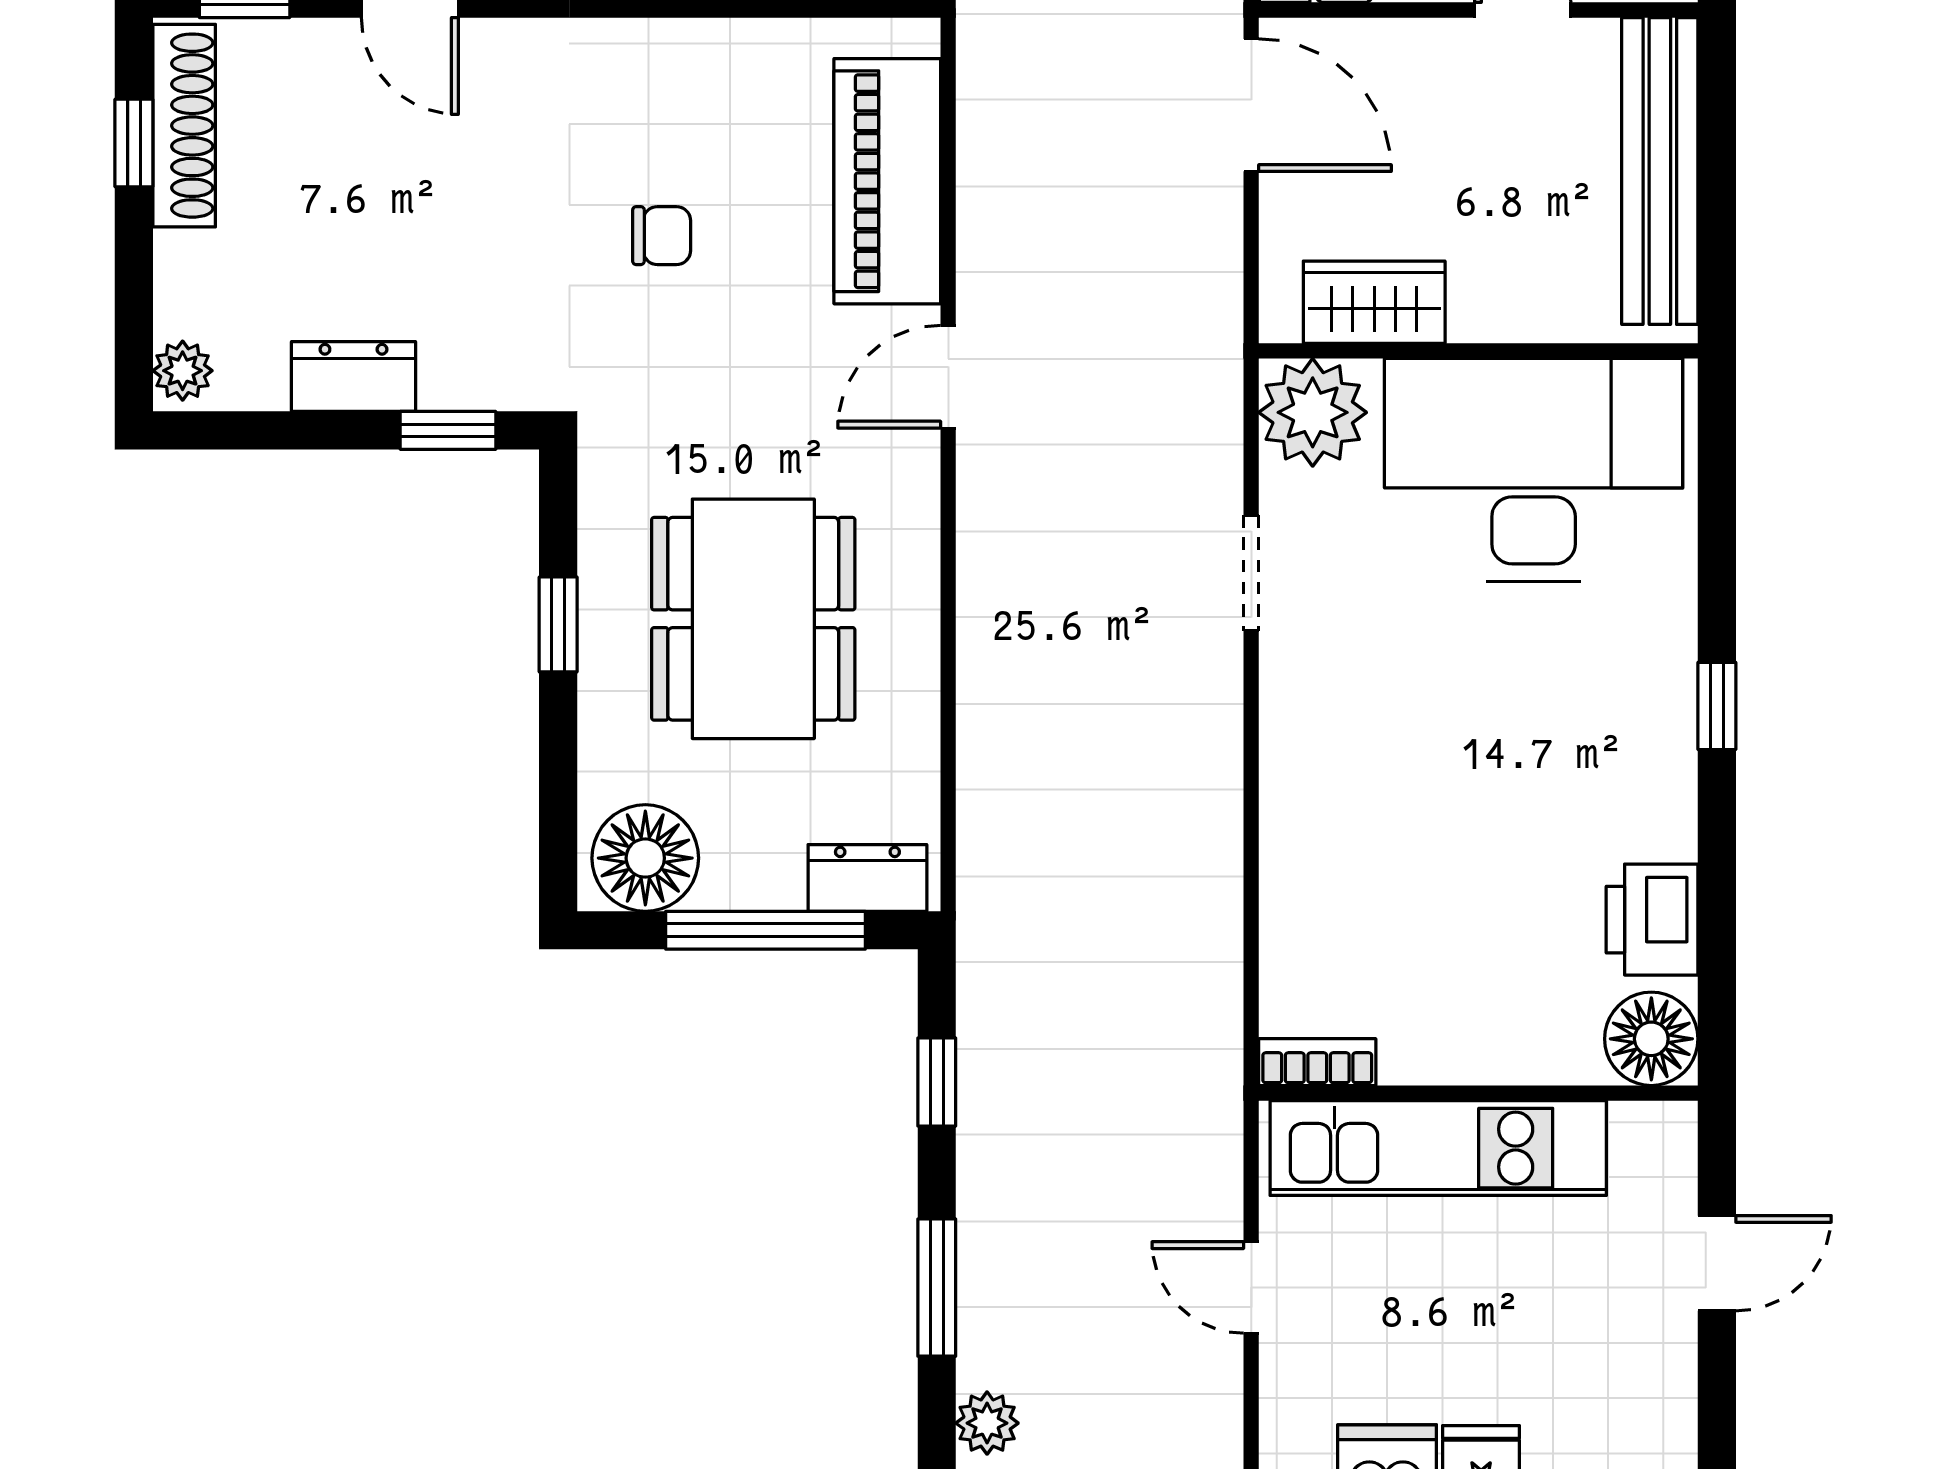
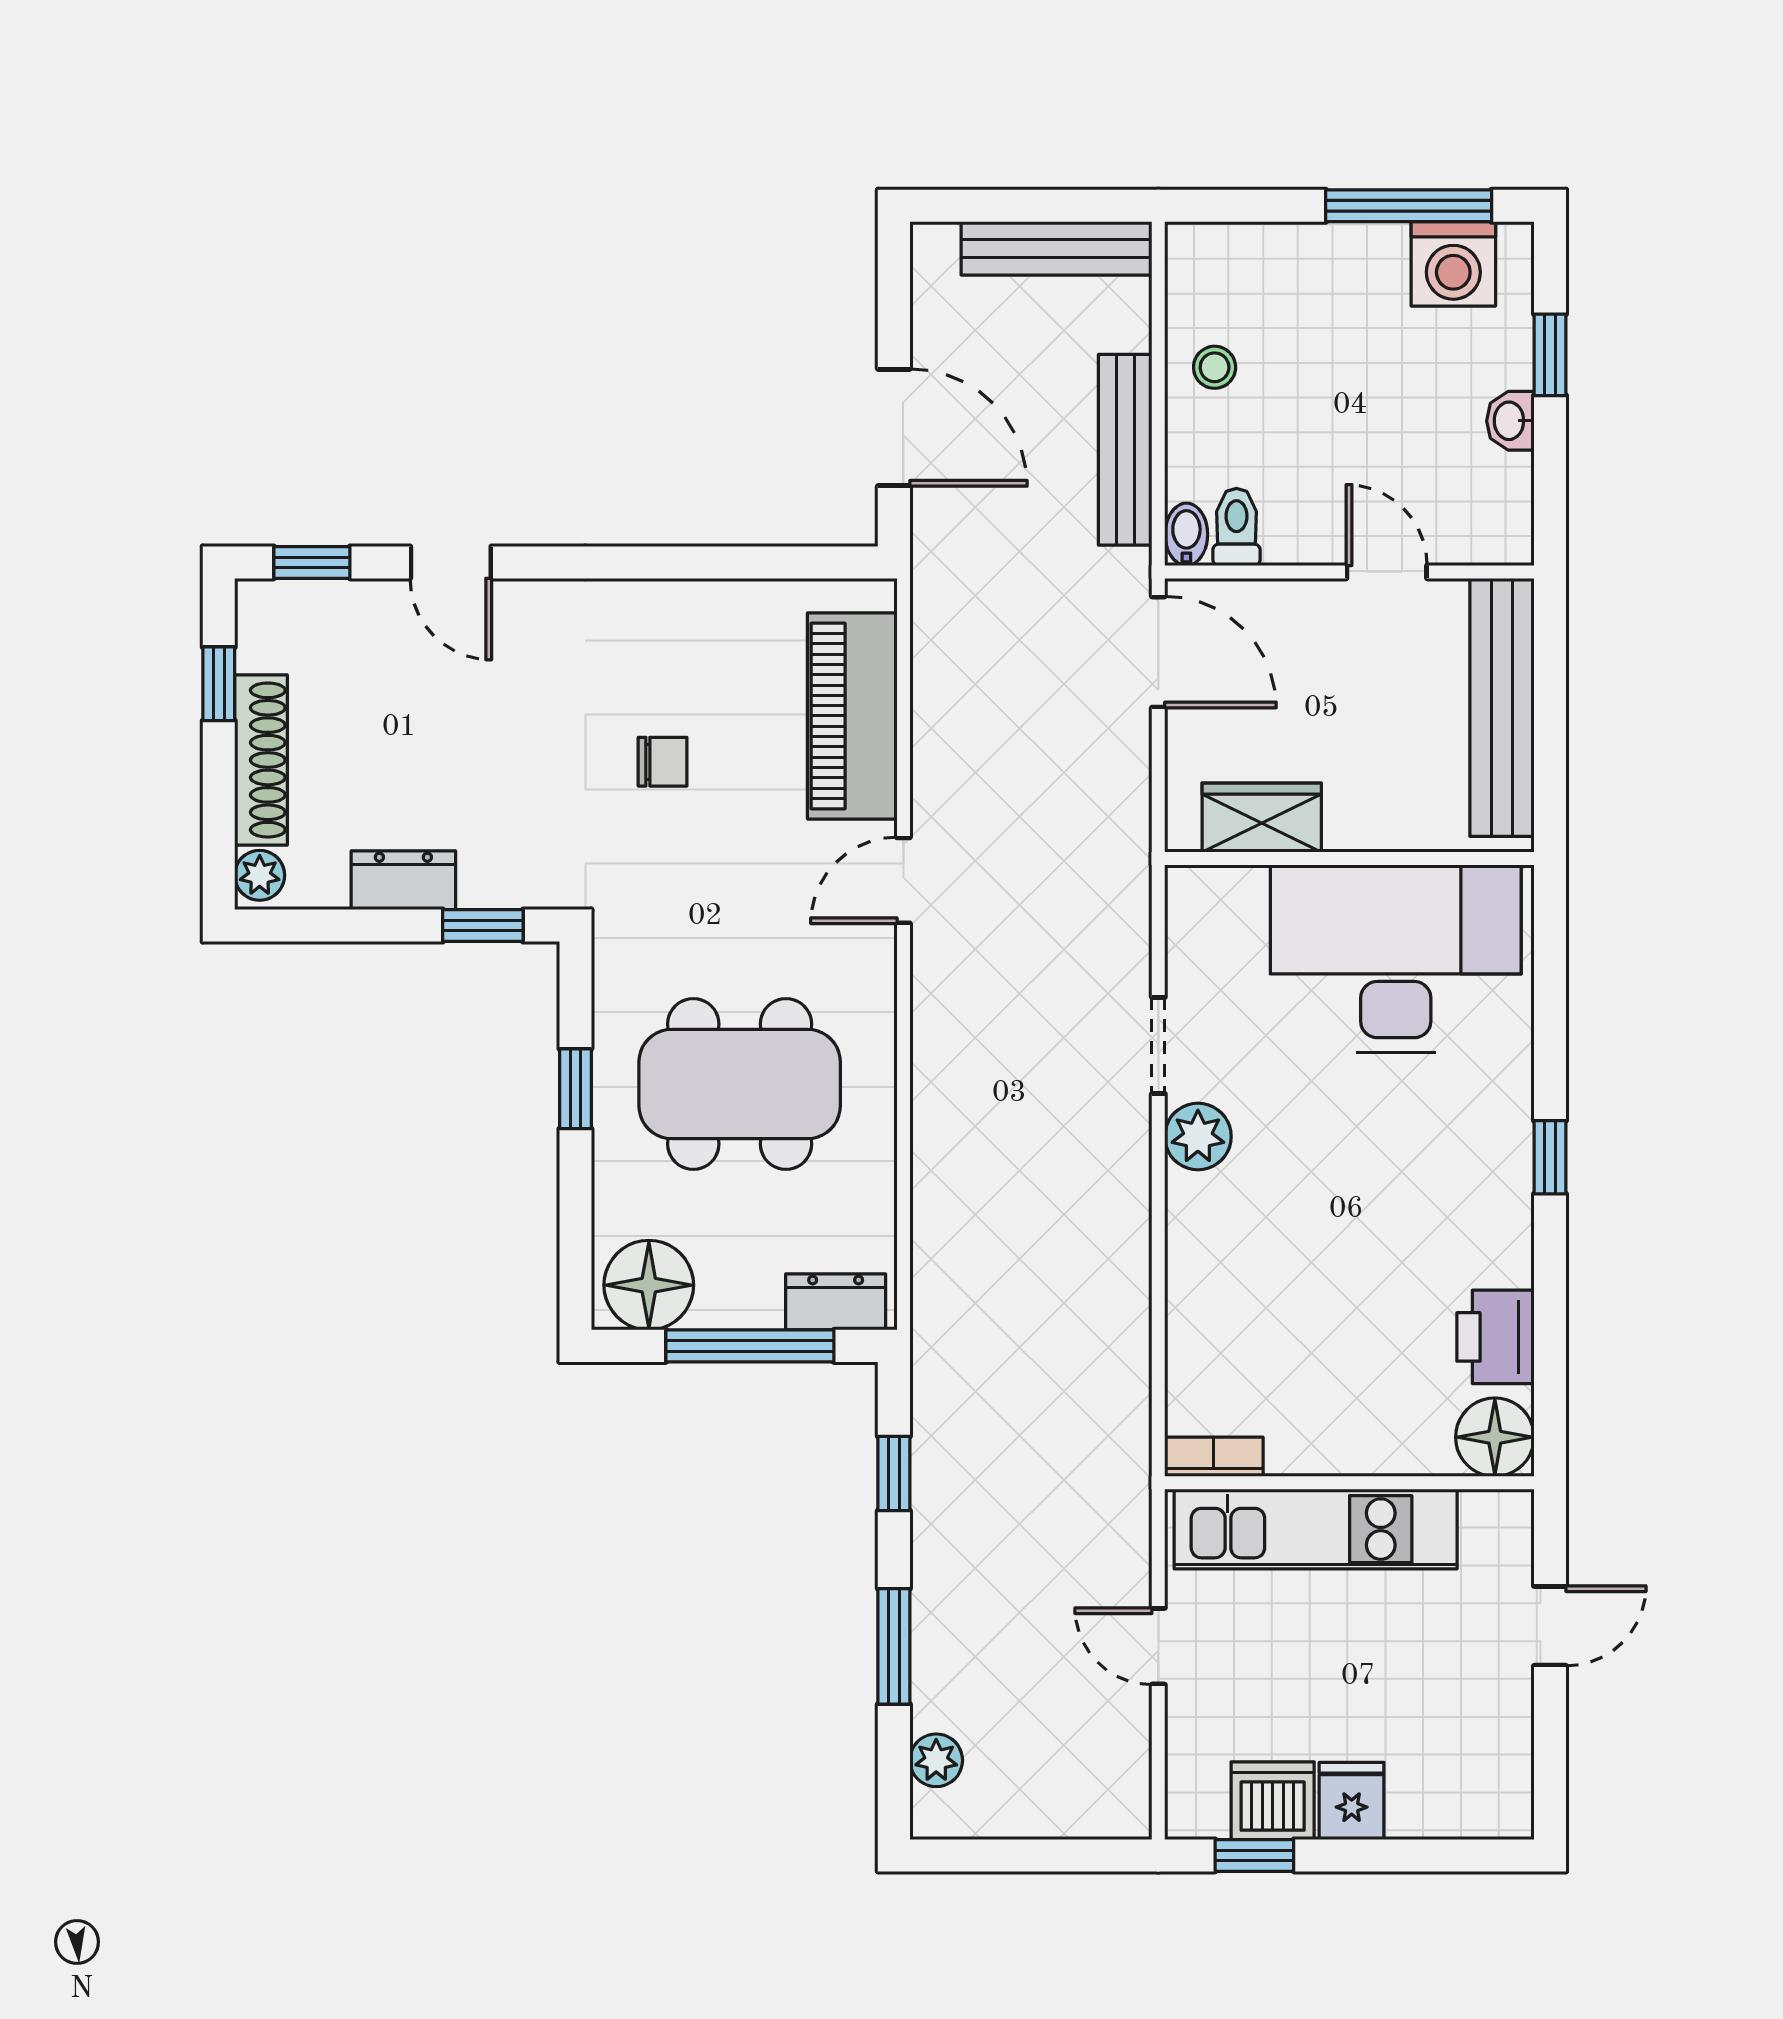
shoe rack: (184, 126) -> (261, 760), moved
plant: (1313, 412) -> (1198, 1137), moved, width x0.73, depth x0.73
dining table: (753, 619) -> (740, 1084), turned 90

